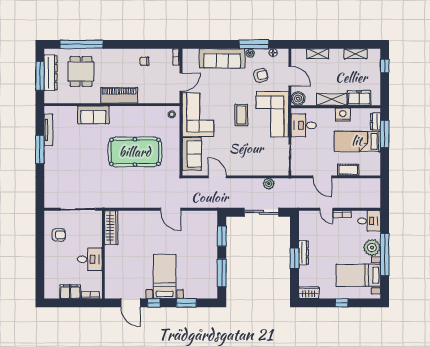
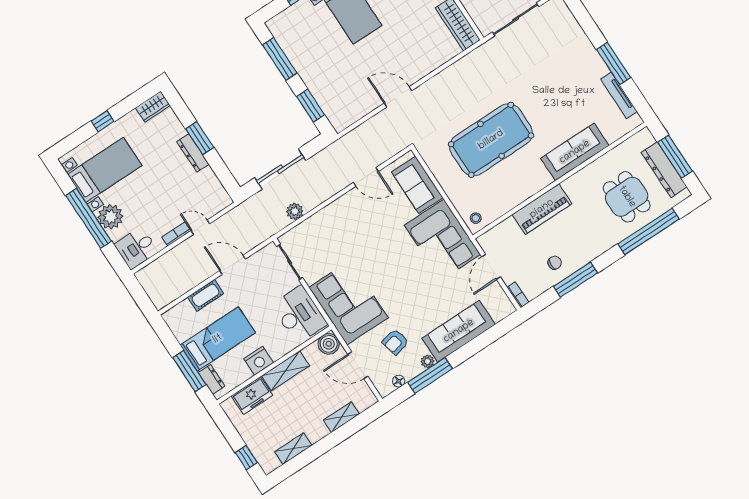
window: (139, 44) -> (575, 280), added
piano: (119, 95) -> (542, 209), moved
sofa: (93, 115) -> (575, 152), width x1.36
coffee table: (241, 115) -> (387, 276), removed
desk: (304, 125) -> (299, 314), width x1.37

